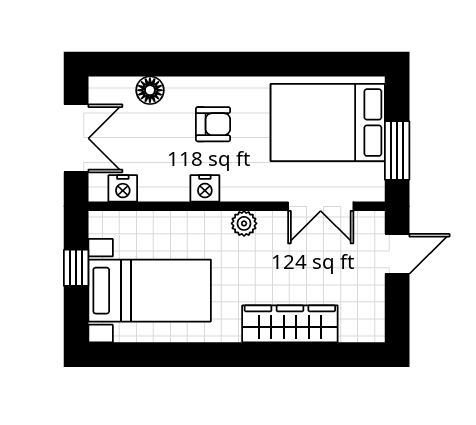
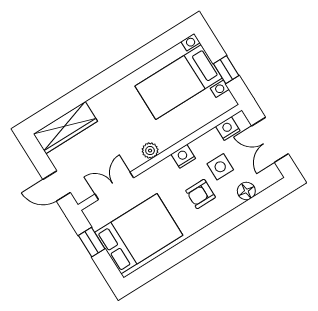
side table: (165, 144) -> (220, 167), added
window: (397, 150) -> (92, 242), width x0.67
door: (397, 254) -> (57, 186), hinge flipped
wardrobe: (290, 324) -> (65, 128), moved

